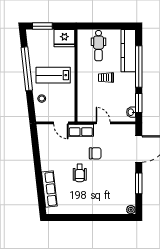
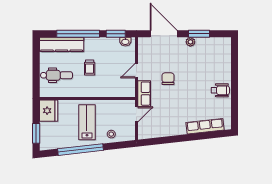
lab bench: (53, 75) -> (87, 122), turned 180
wheelchair: (80, 173) -> (220, 90), moved
plant: (131, 210) -> (190, 42), moved

